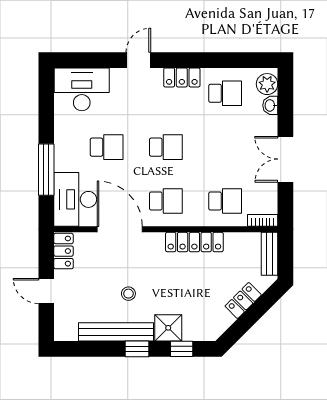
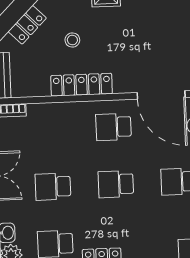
school desk: (225, 201) -> (53, 187), moved
stool: (128, 294) -> (72, 40), moved

